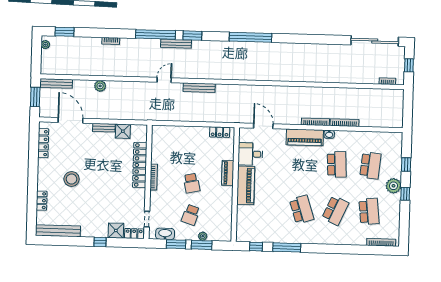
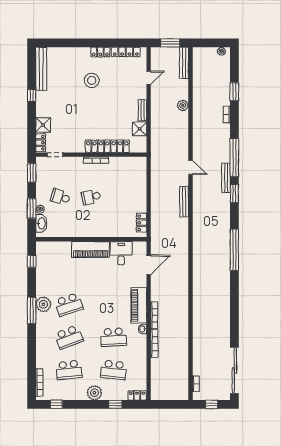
window: (64, 32) -> (234, 92), moved
door: (70, 120) -> (149, 78), width x0.53
locker: (397, 142) -> (137, 395), added
piano: (228, 173) -> (102, 232), removed
window: (405, 194) -> (56, 404), moved
locker: (42, 201) -> (100, 52), moved
school desk: (335, 210) -> (69, 337), turned -45
washbasin: (165, 234) -> (41, 223), moved
plant: (301, 236) -> (43, 304), added
window: (100, 242) -> (32, 95), moved
window: (176, 244) -> (32, 173), moved
window: (287, 247) -> (32, 310), moved

